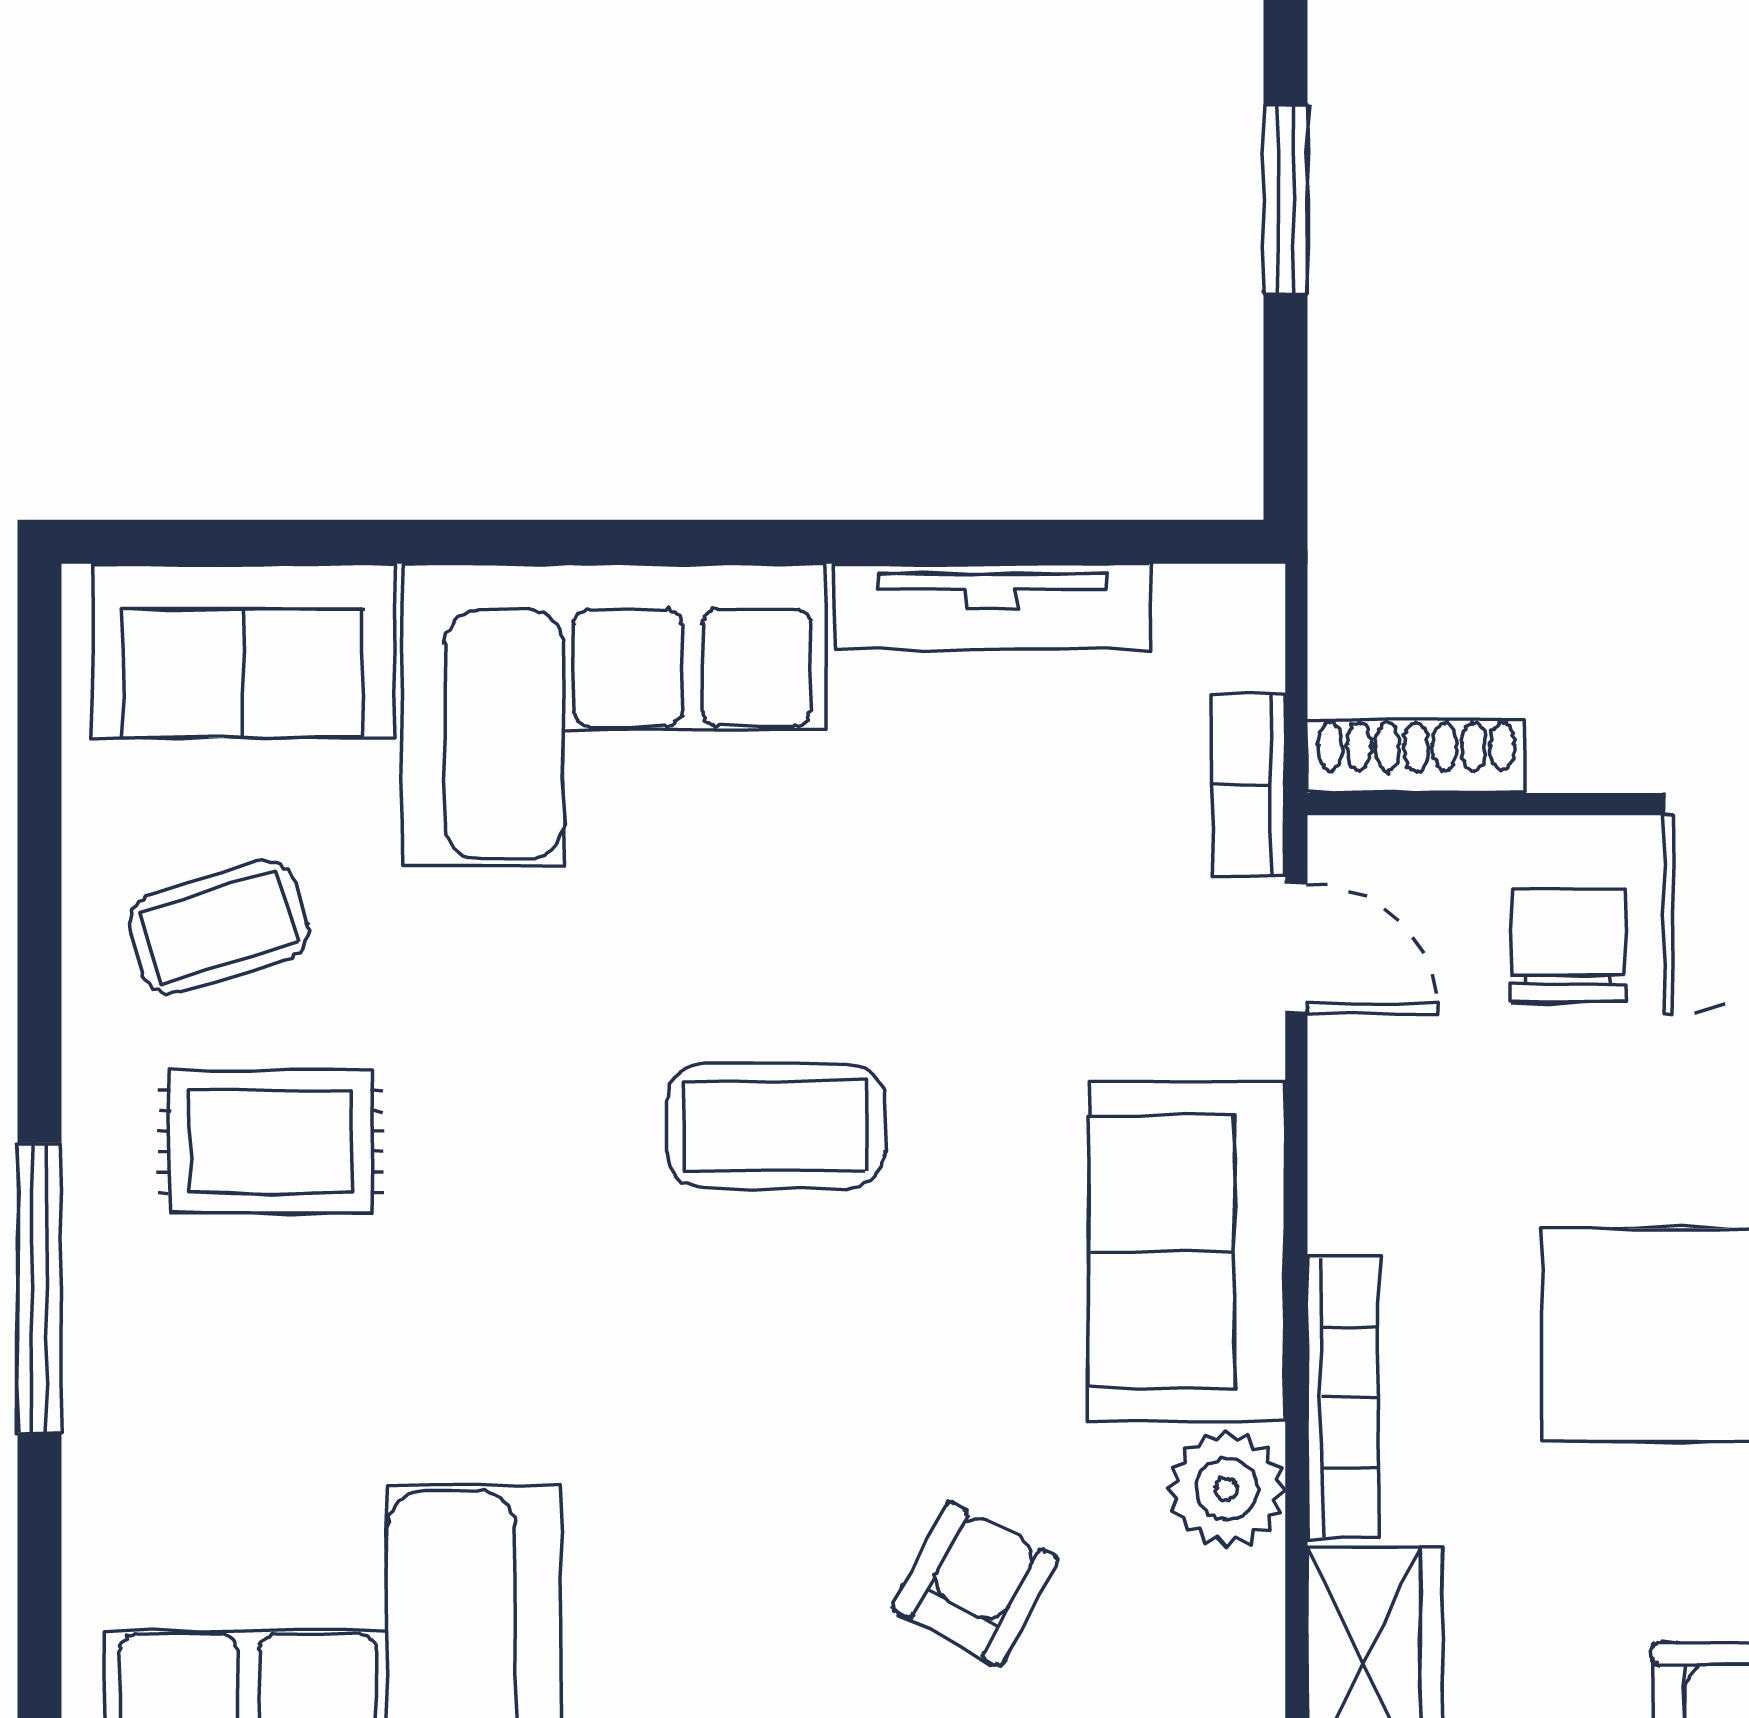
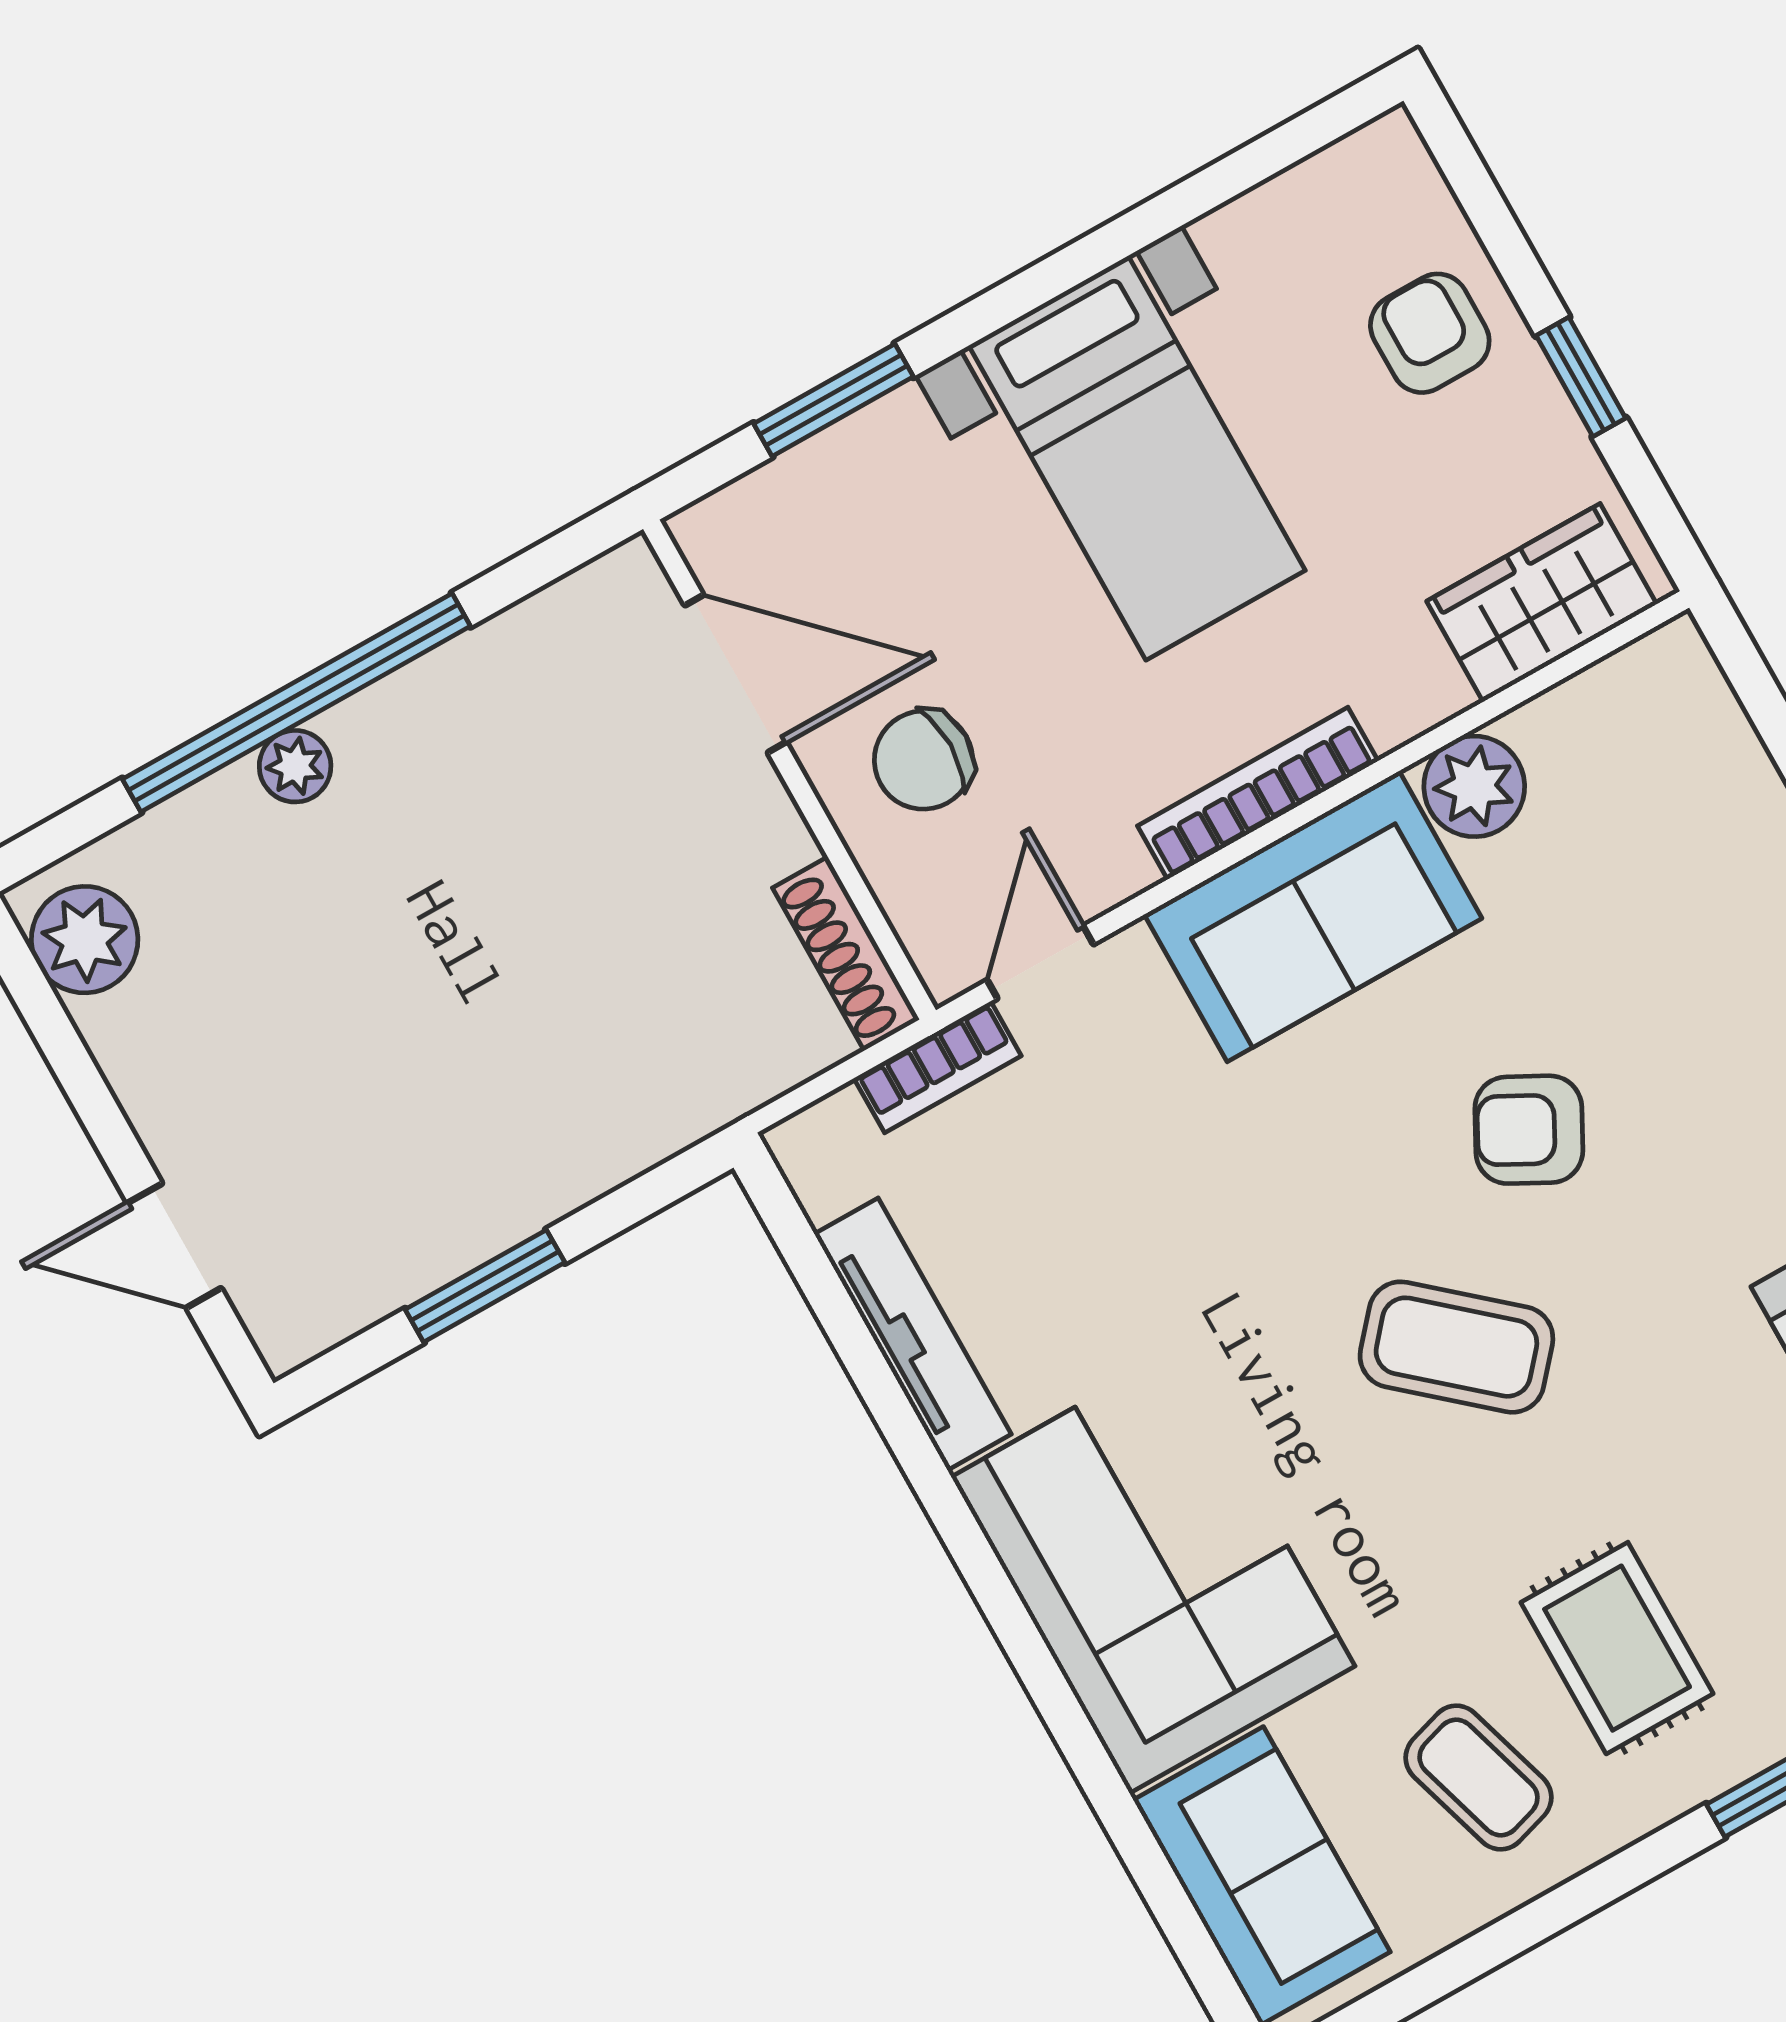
coffee table: (776, 1126) -> (1456, 1347), moved, turned -49
bookcase: (1343, 1397) -> (1258, 793), moved
armchair: (975, 1584) -> (1529, 1130), moved

